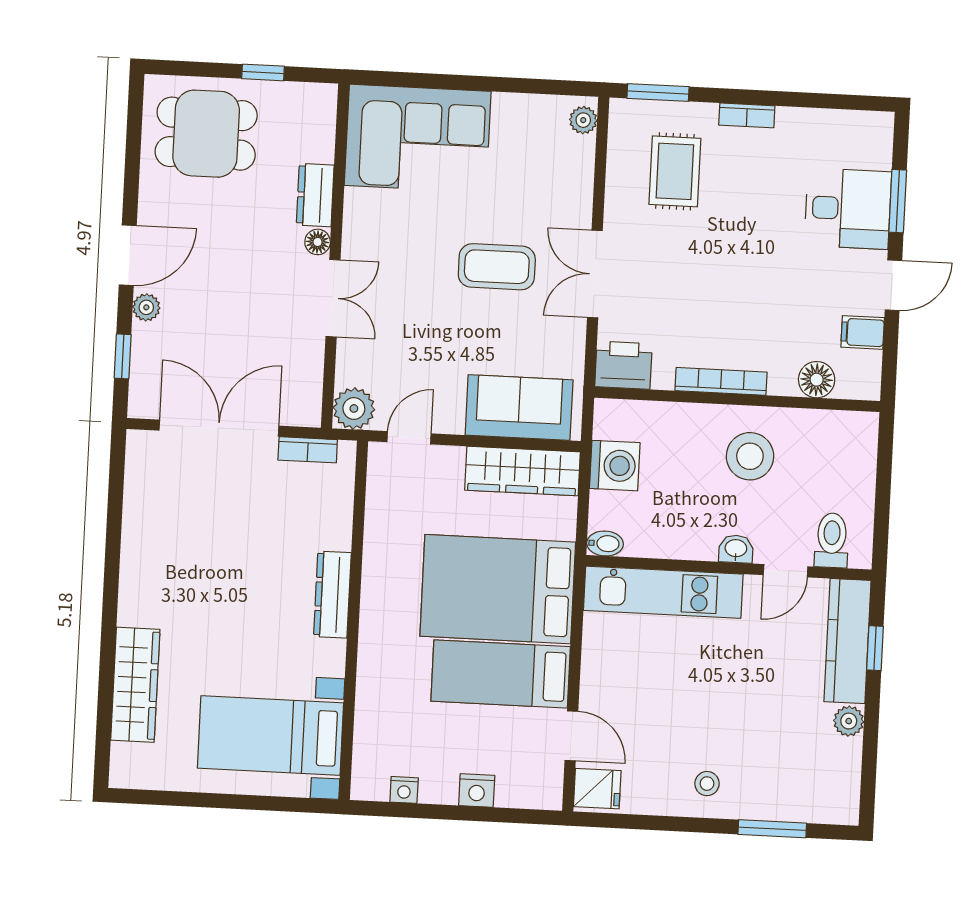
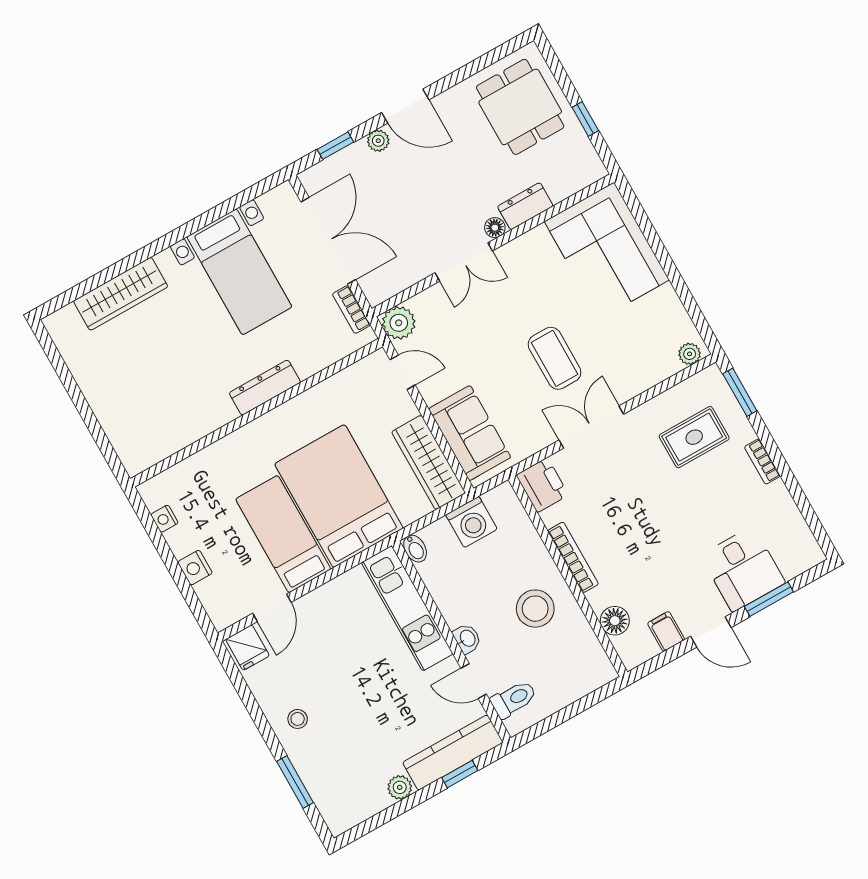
bed with nightstands: (270, 736) -> (239, 272), moved, turned 180

